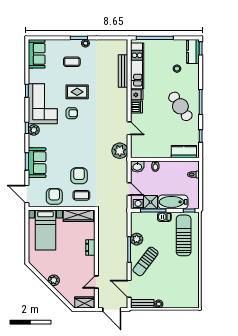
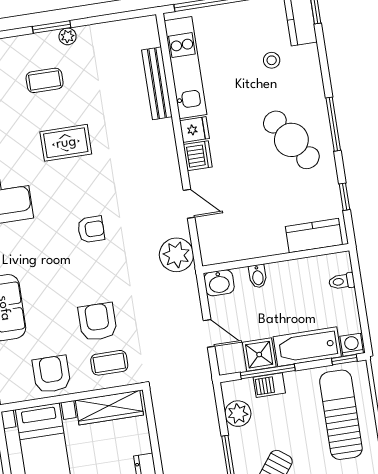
armchair: (72, 113) -> (91, 229), moved
washing machine: (138, 204) -> (352, 345), moved
barbecue: (164, 217) -> (269, 385), moved
plant: (137, 239) -> (238, 414), moved

